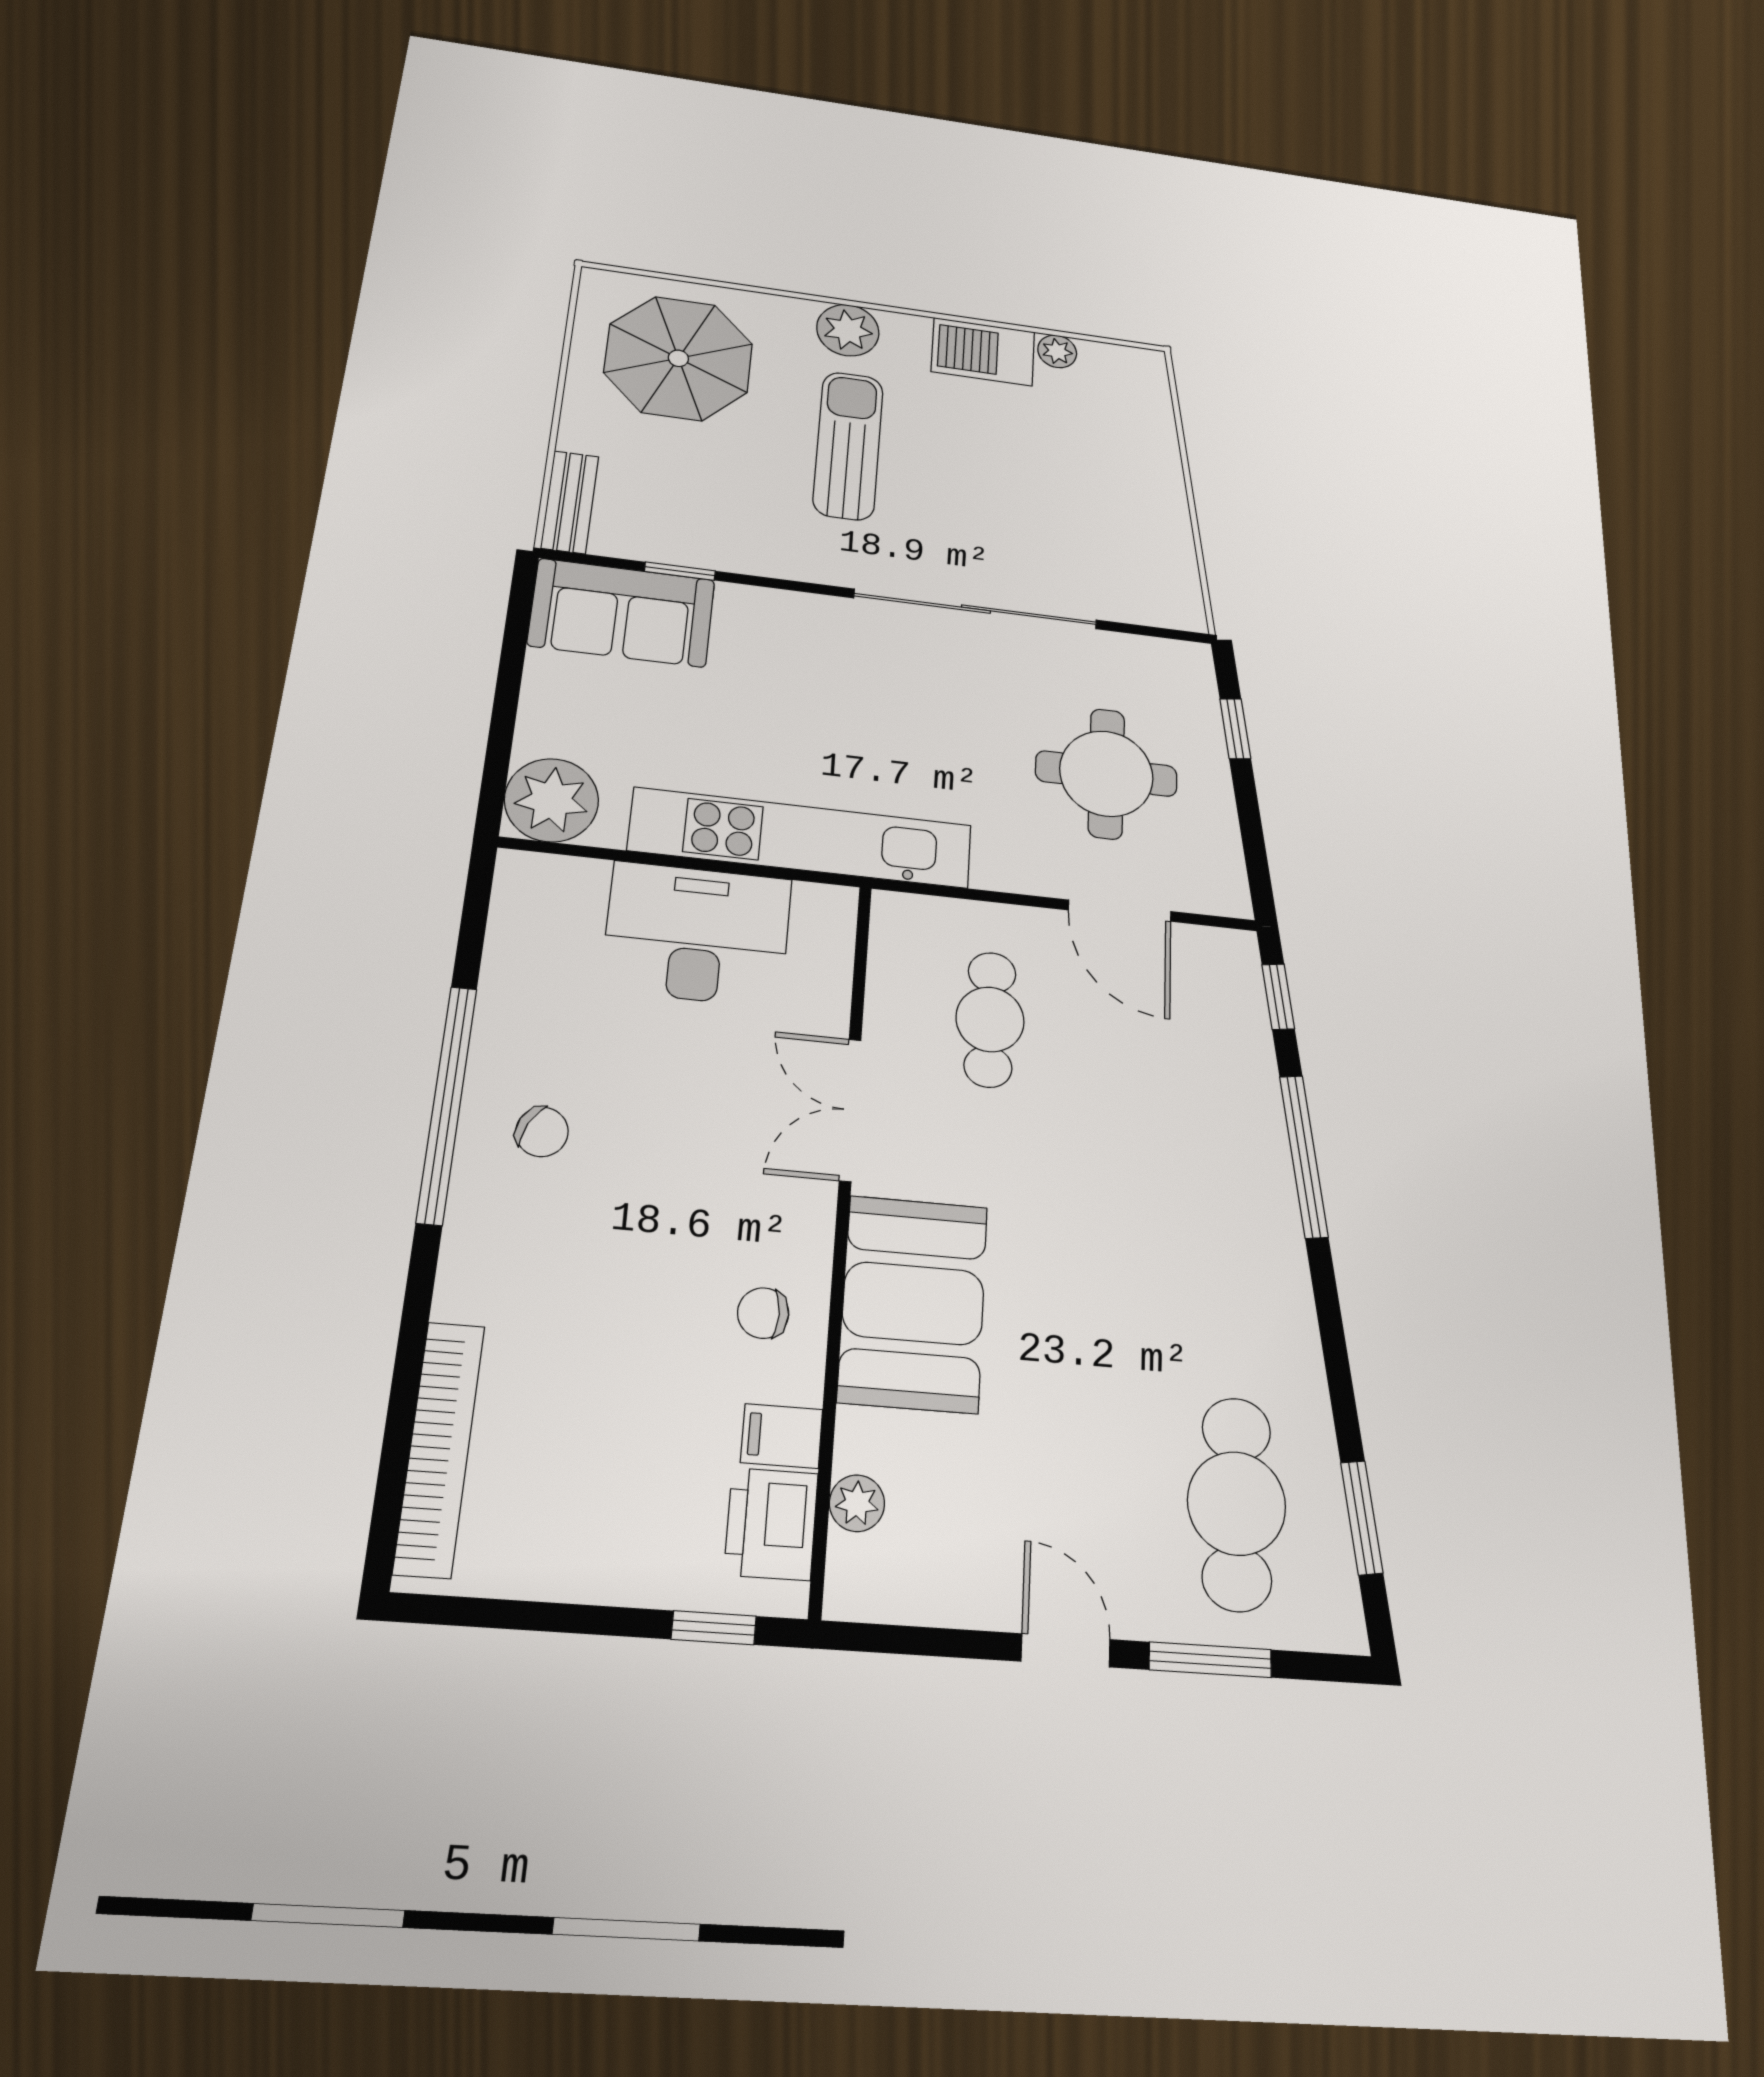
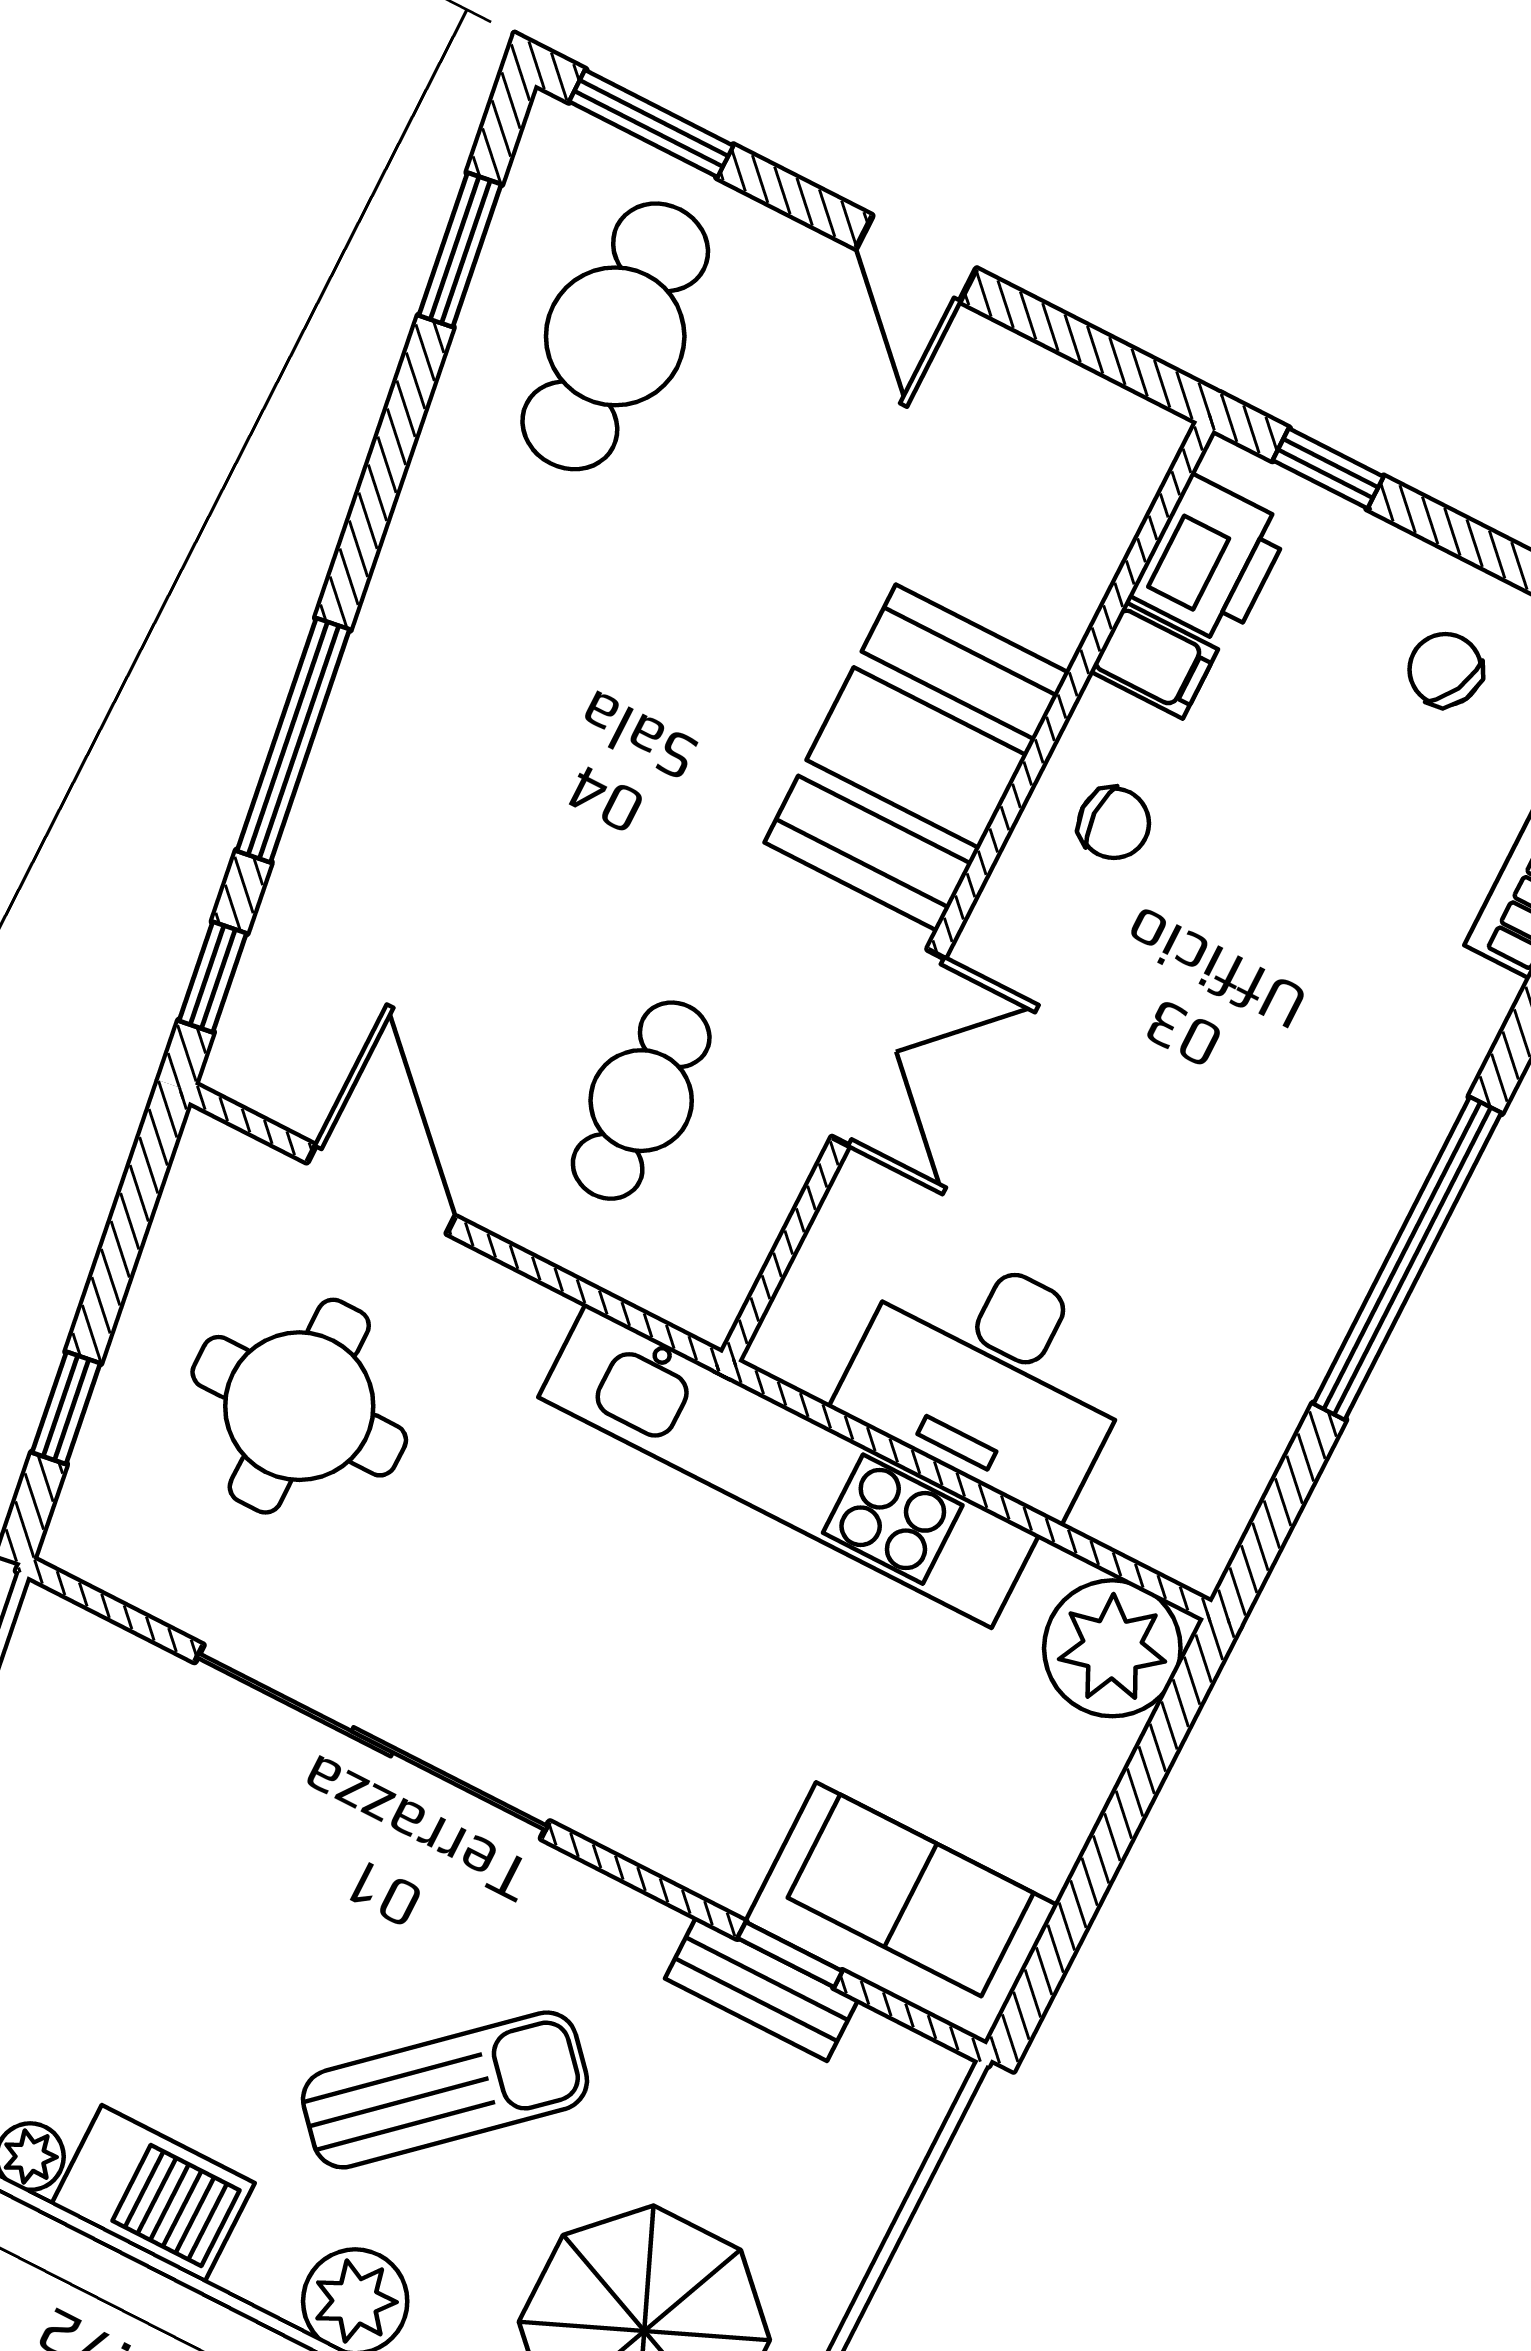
sun lounger: (848, 445) -> (445, 2090), turned -132
bench: (570, 502) -> (762, 1989), moved, turned 90
chair: (542, 1132) -> (1445, 670), moved
plant: (857, 1503) -> (1096, 540), removed
window: (1210, 1660) -> (651, 124), moved

